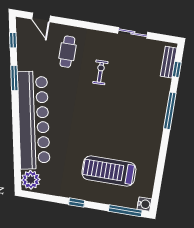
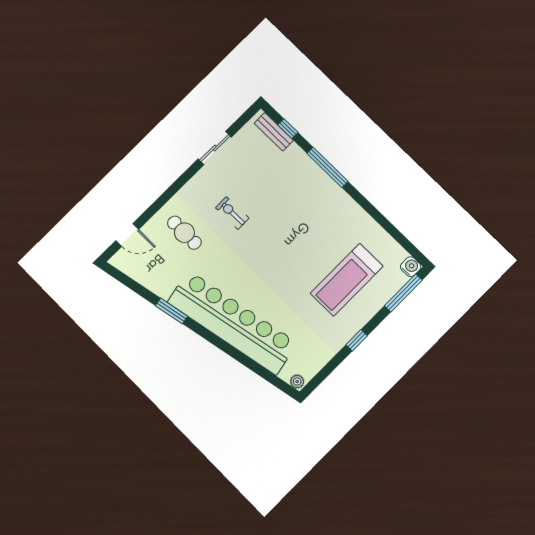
window: (13, 40) -> (130, 283), removed
plant: (31, 180) -> (297, 382), width x0.53, depth x0.53

